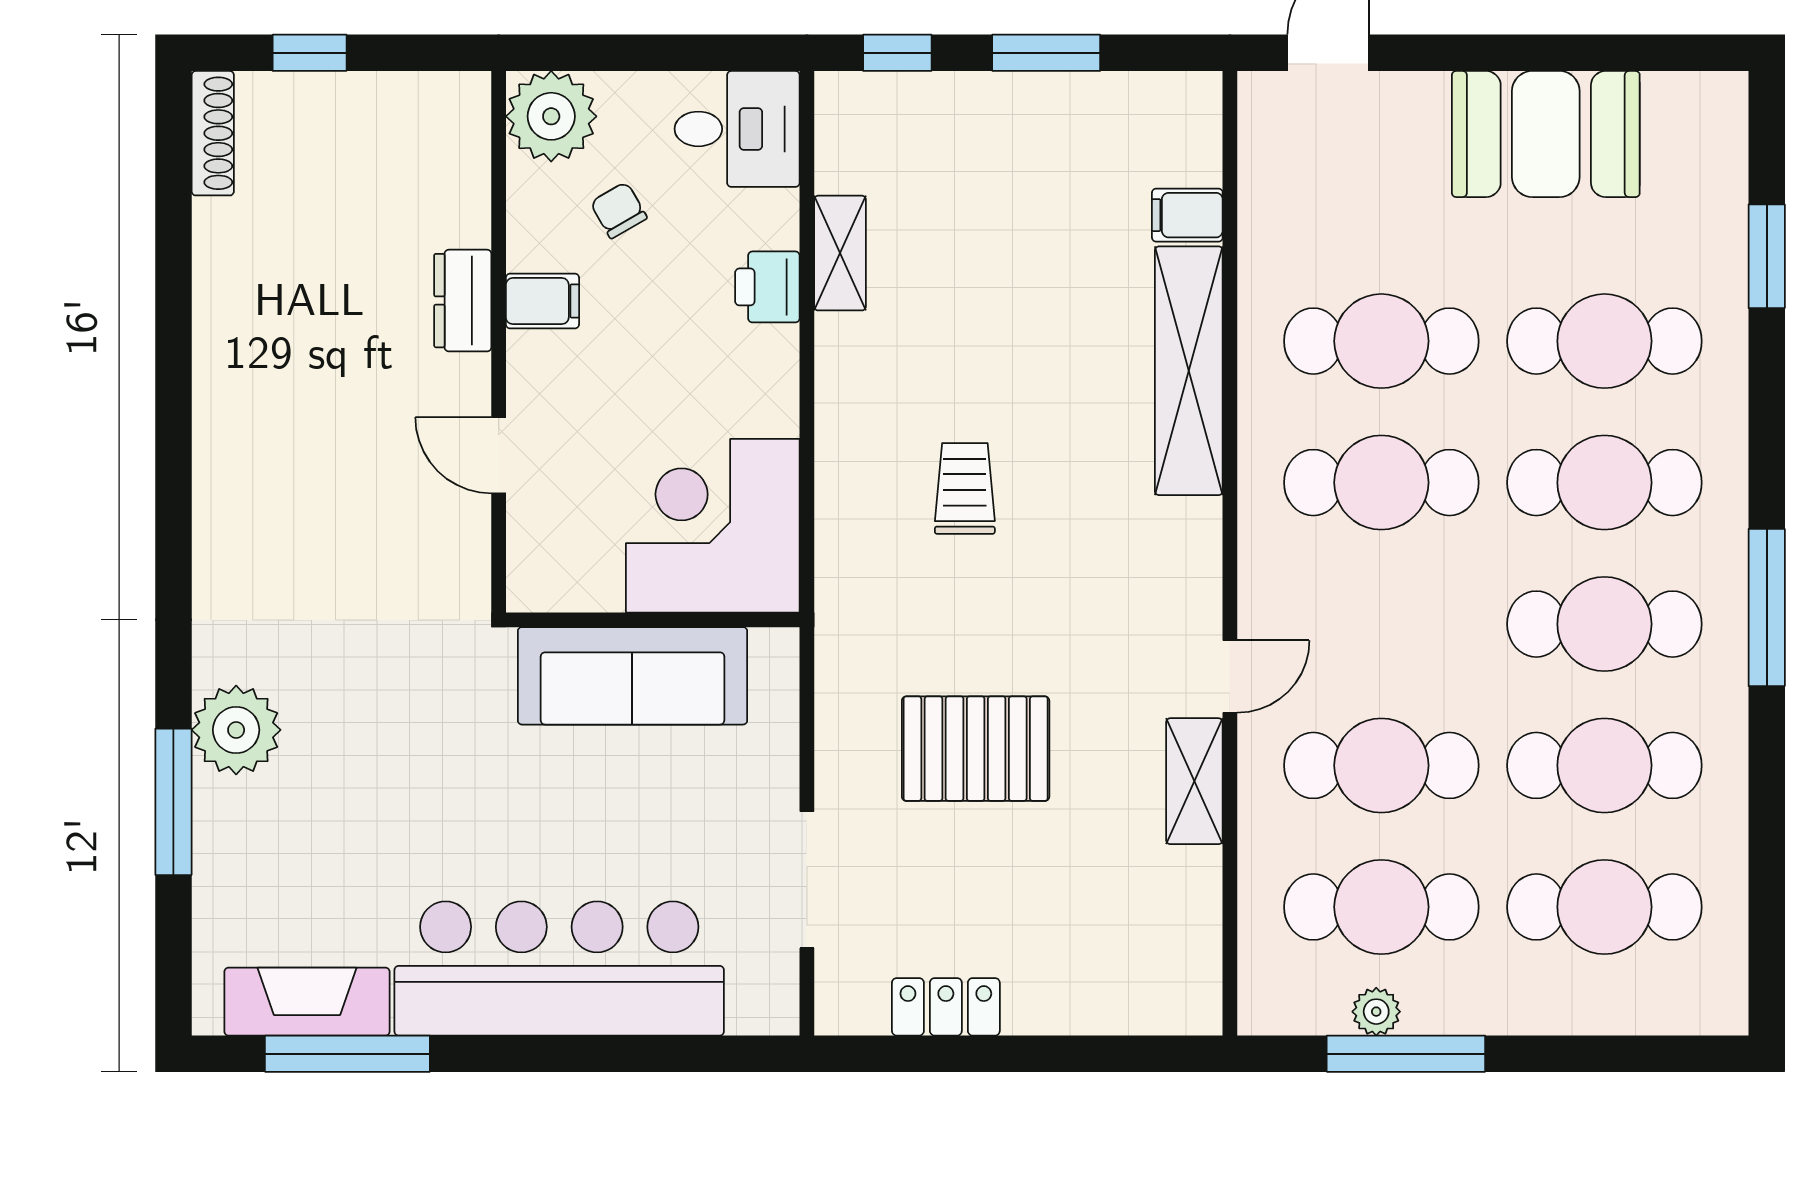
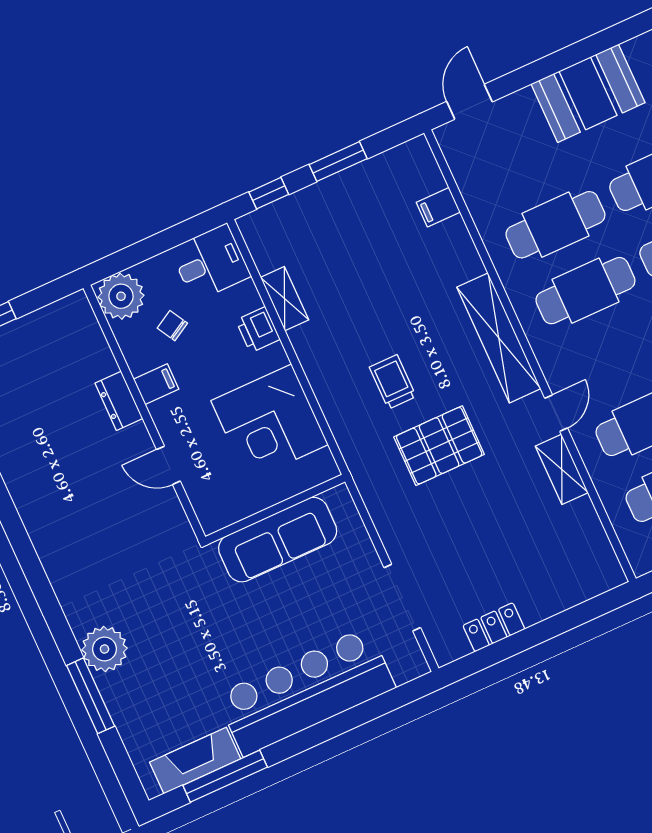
shelving: (1189, 371) -> (499, 338), moved
corner desk: (713, 526) -> (270, 423), moved, turned -90
pallet: (976, 749) -> (439, 446), moved

